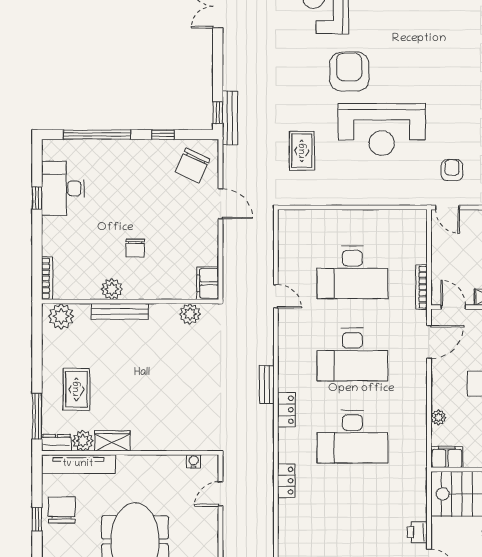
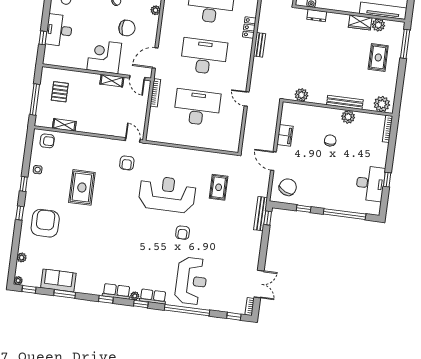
armchair: (349, 72) -> (183, 233), width x0.53, depth x0.53
filing cabinet: (208, 283) -> (285, 135), moved
dresser: (56, 443) -> (317, 16), moved

